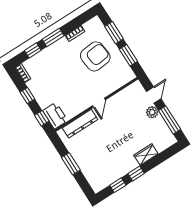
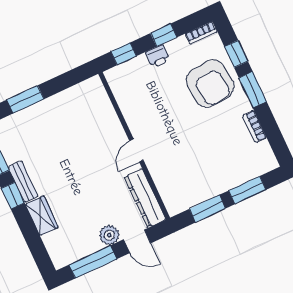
armchair: (95, 56) -> (210, 84), moved
door: (99, 103) -> (136, 150), hinge flipped
printer: (55, 116) -> (158, 56), moved, width x0.53, depth x0.68
dresser: (80, 124) -> (145, 198), moved
window: (71, 164) -> (25, 99), moved
bench: (127, 168) -> (23, 182), added

